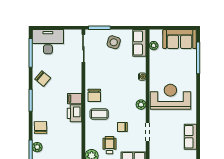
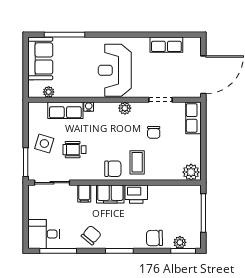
desk: (48, 42) -> (44, 234), width x0.73
row of seats: (139, 43) -> (65, 110), moved
filing cabinet: (75, 73) -> (84, 194), added
filing cabinet: (75, 99) -> (110, 194), width x2.00
wheelchair: (109, 145) -> (75, 150), moved

